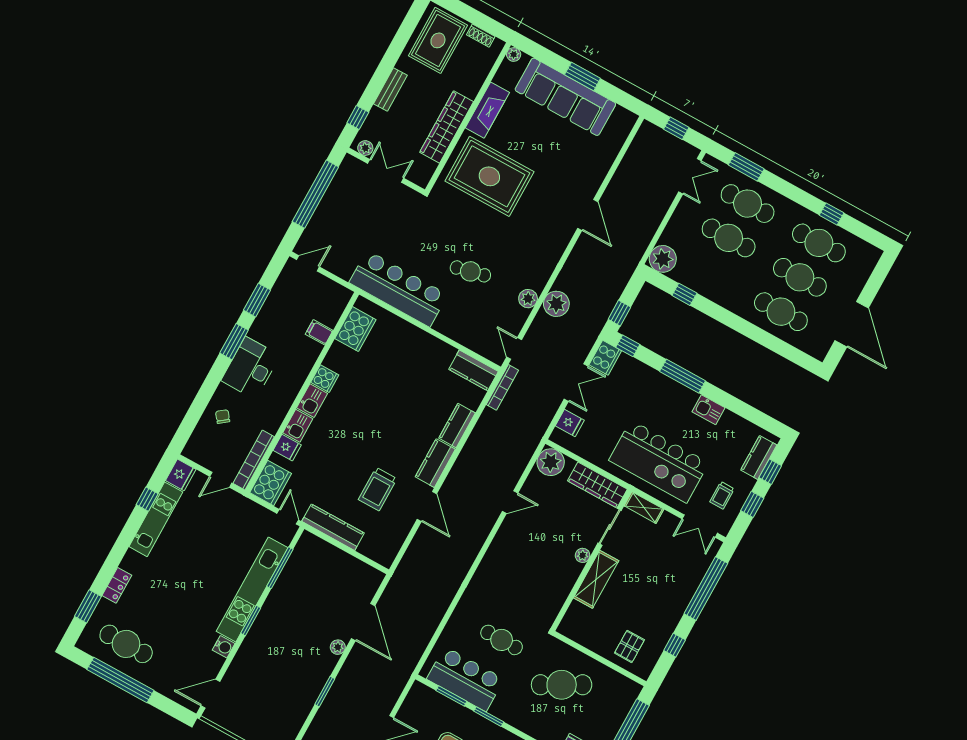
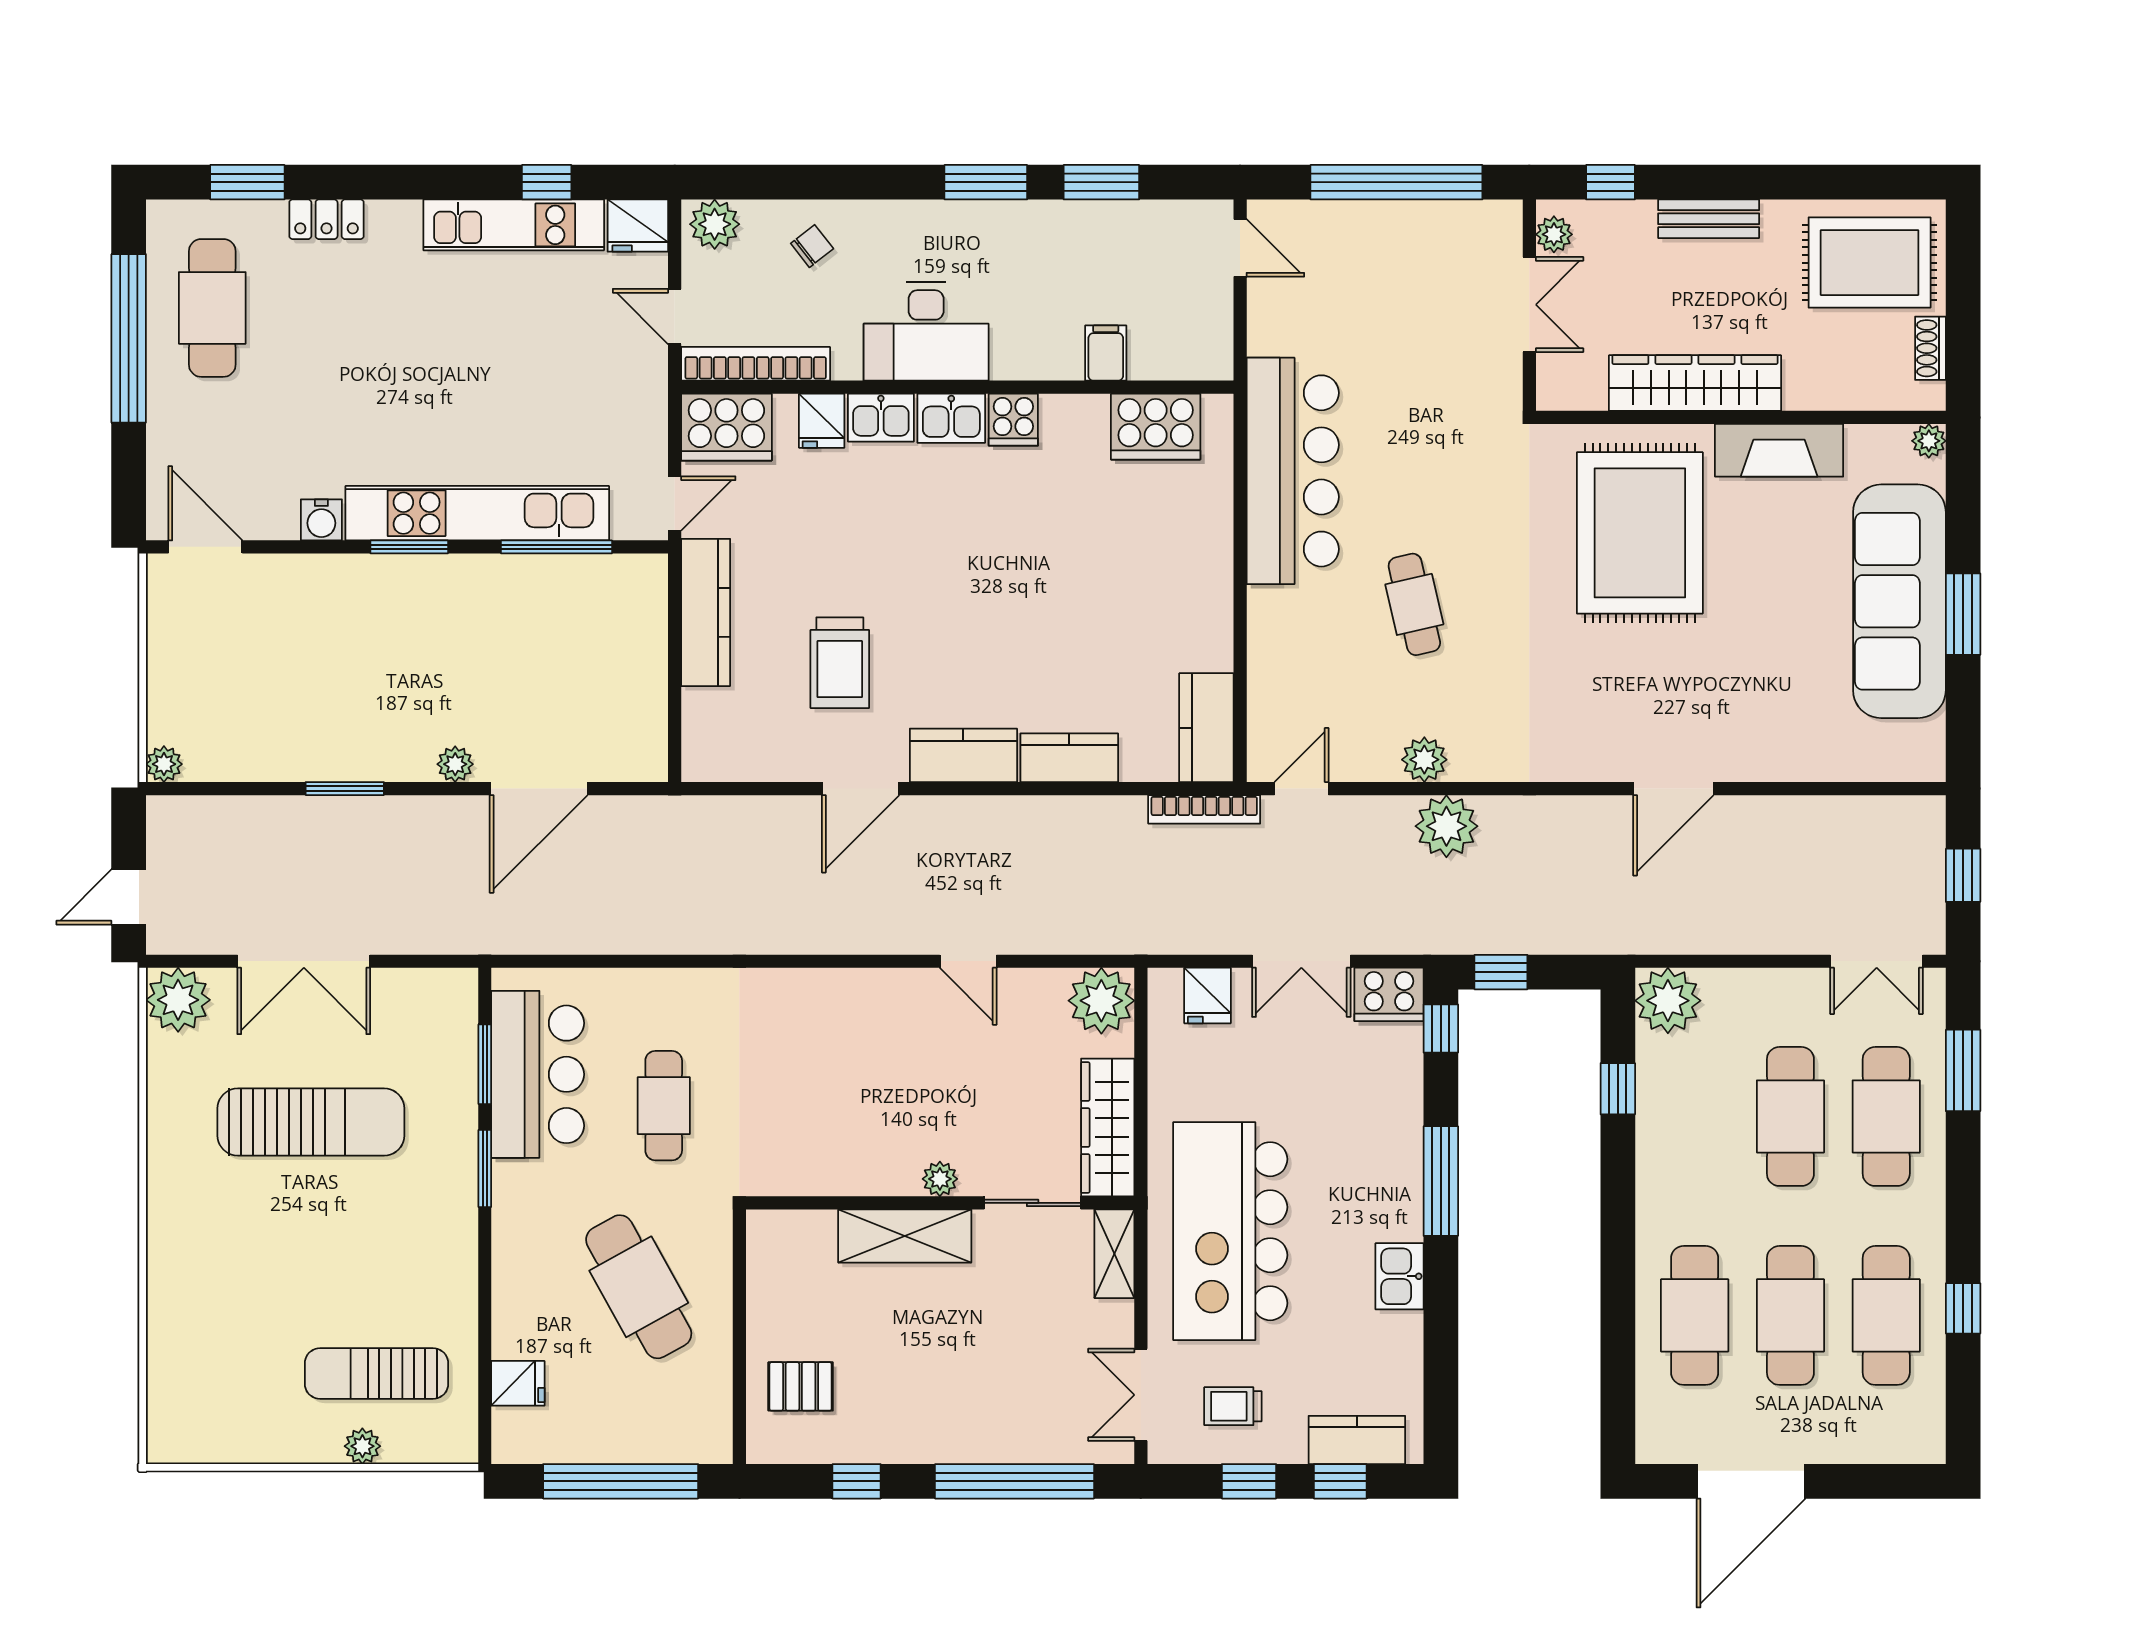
desk: (251, 368) -> (926, 332), moved, turned 180
plant: (196, 447) -> (715, 224), added
trolley: (378, 489) -> (840, 663), turned -90

